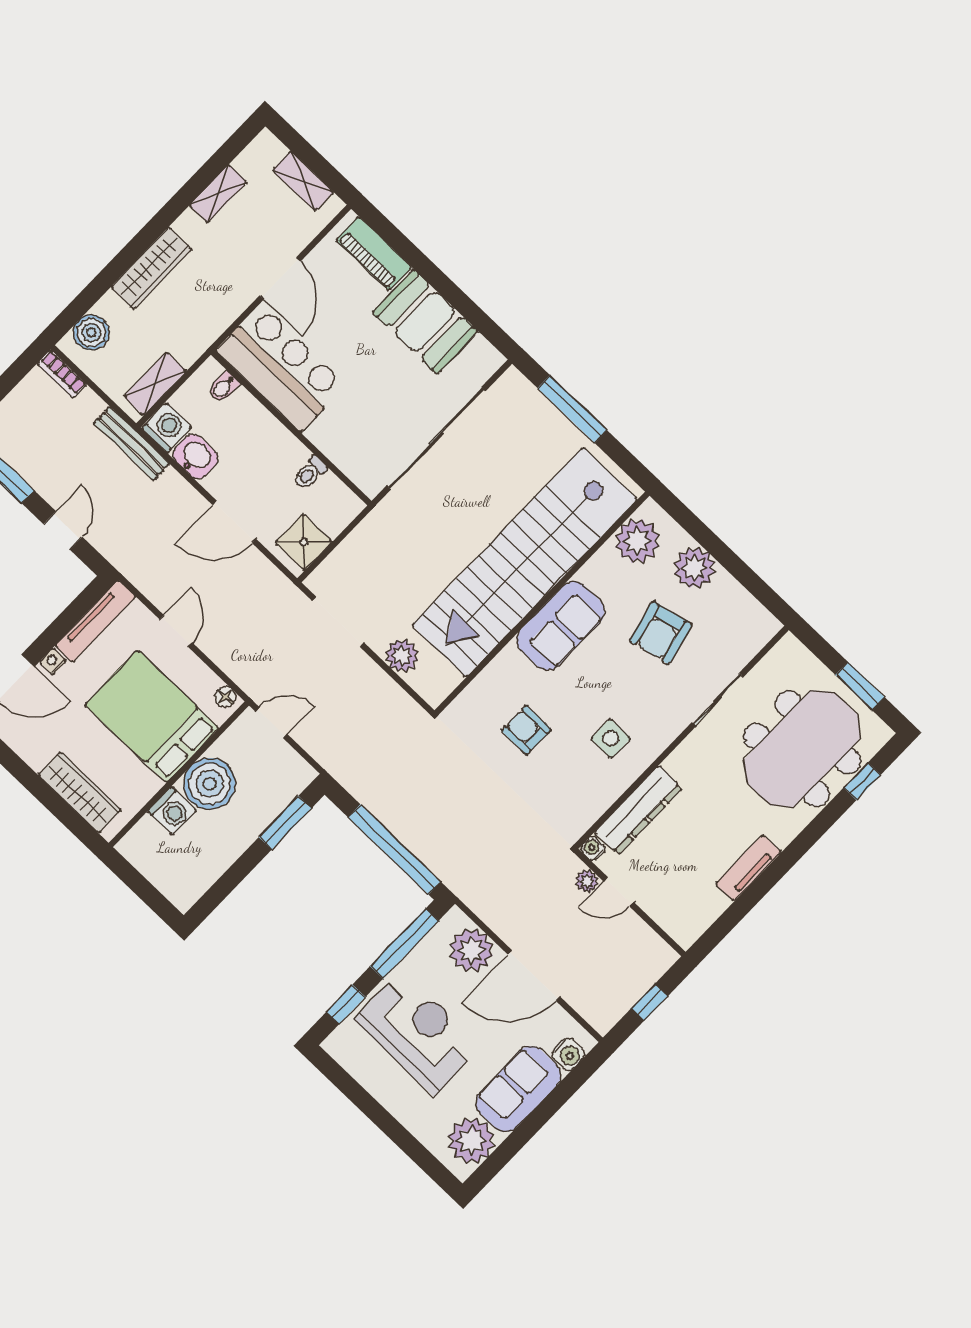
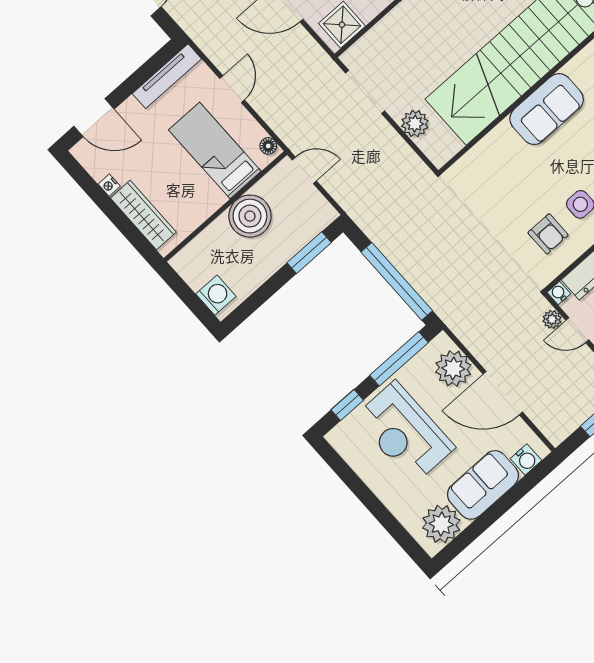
nightstand: (53, 661) -> (109, 185), moved, turned -90
bed: (152, 716) -> (215, 150), width x0.67
armchair: (526, 730) -> (548, 234), moved, turned 180
washing machine: (172, 811) -> (216, 295), moved, turned -90
reception desk: (418, 1032) -> (404, 432), turned 180

